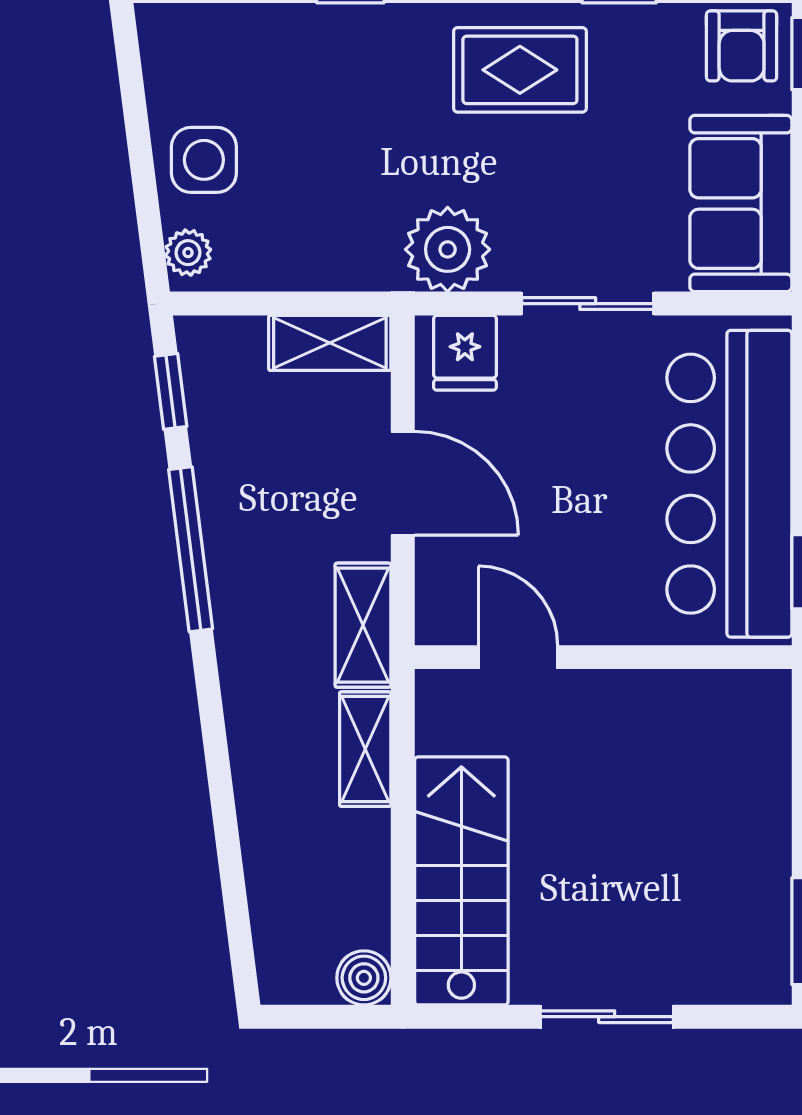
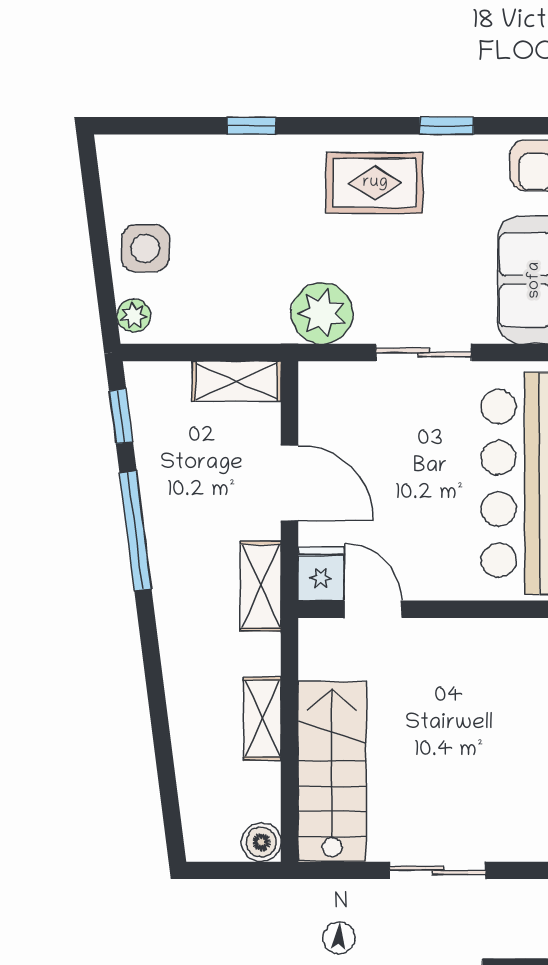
fridge: (465, 353) -> (321, 574), moved, turned 180
shelving: (365, 749) -> (262, 719), moved

